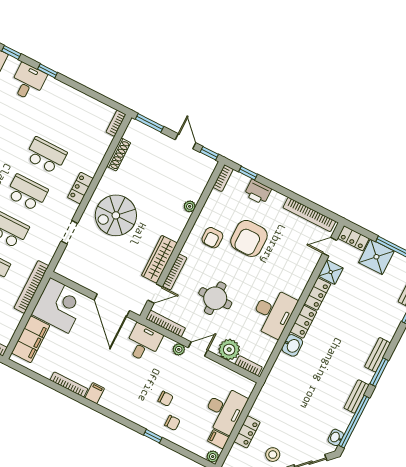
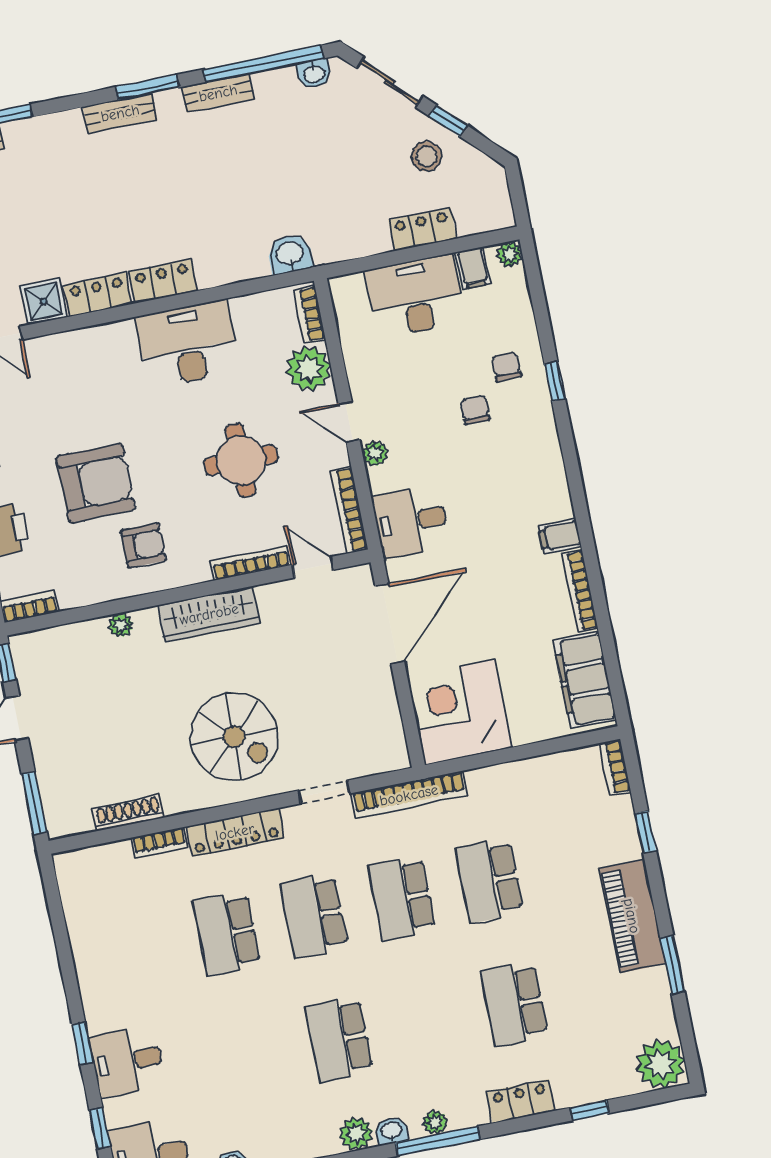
bookcase: (116, 123) -> (159, 843), moved
locker: (80, 188) -> (235, 832), width x1.53
wardrobe: (159, 259) -> (209, 614), moved
bookcase: (31, 287) -> (409, 795), moved
filing cabinet: (31, 339) -> (585, 680), moved, turned -90
washbasin: (292, 345) -> (290, 254), moved

